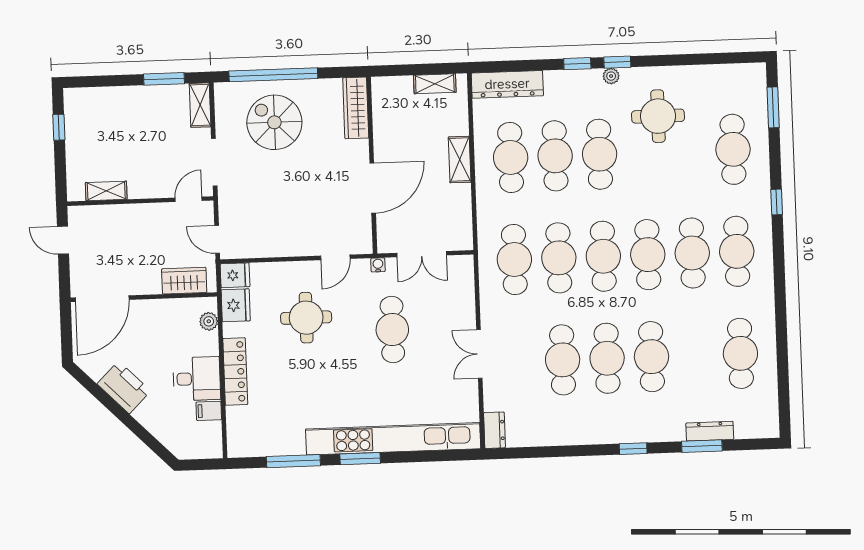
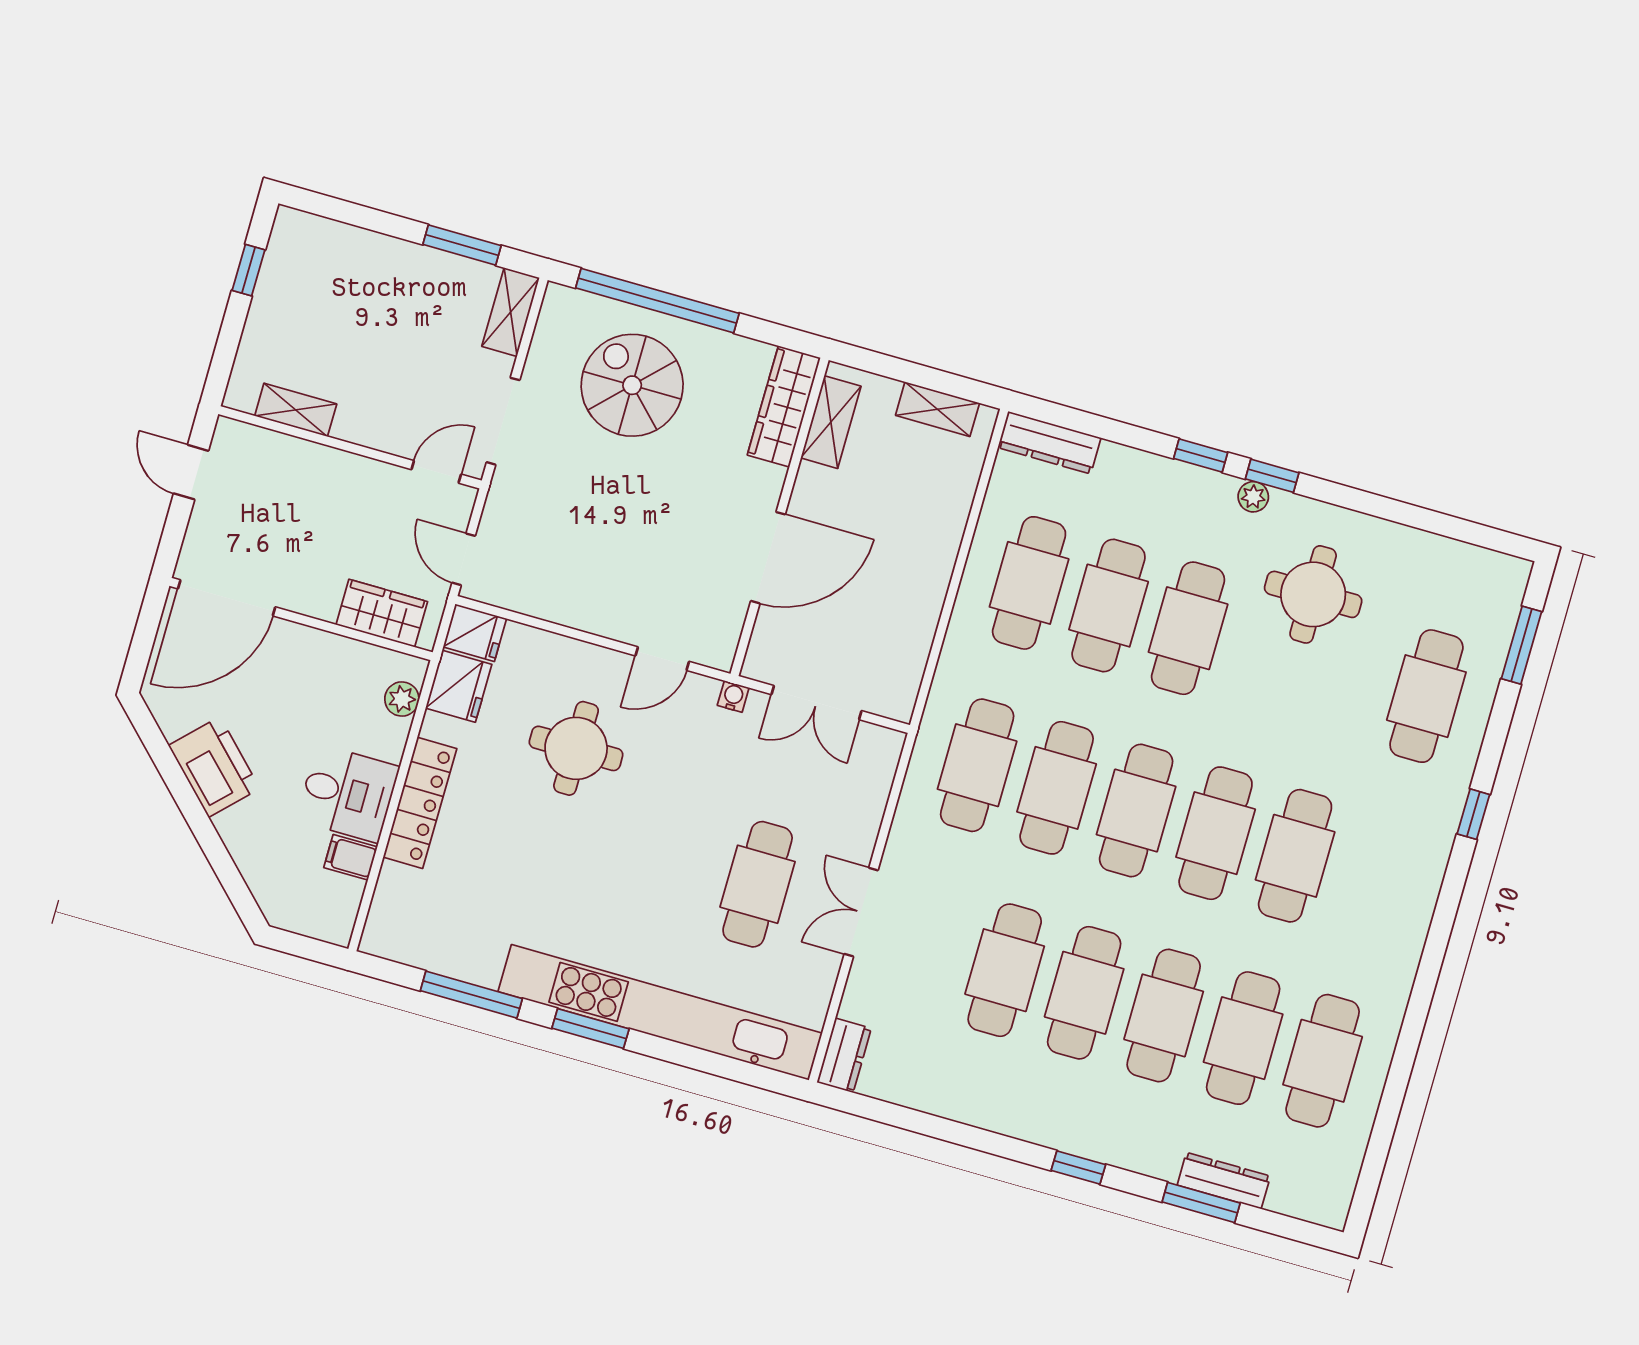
dresser: (507, 84) -> (1049, 443), width x0.73, depth x0.80
shelving: (460, 160) -> (831, 422), moved
cafe table: (737, 251) -> (1243, 1038), moved
cafe table: (392, 330) -> (758, 884), moved

